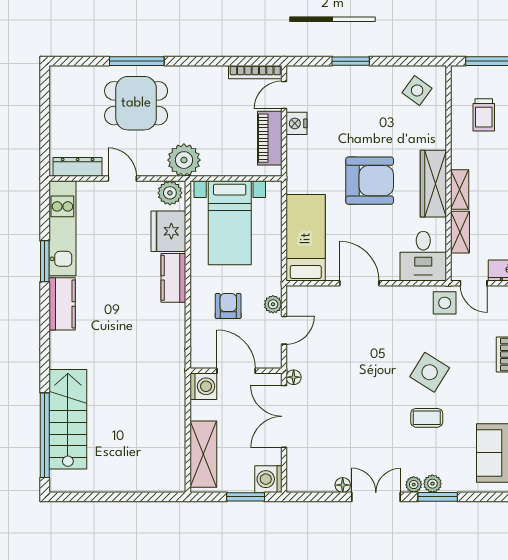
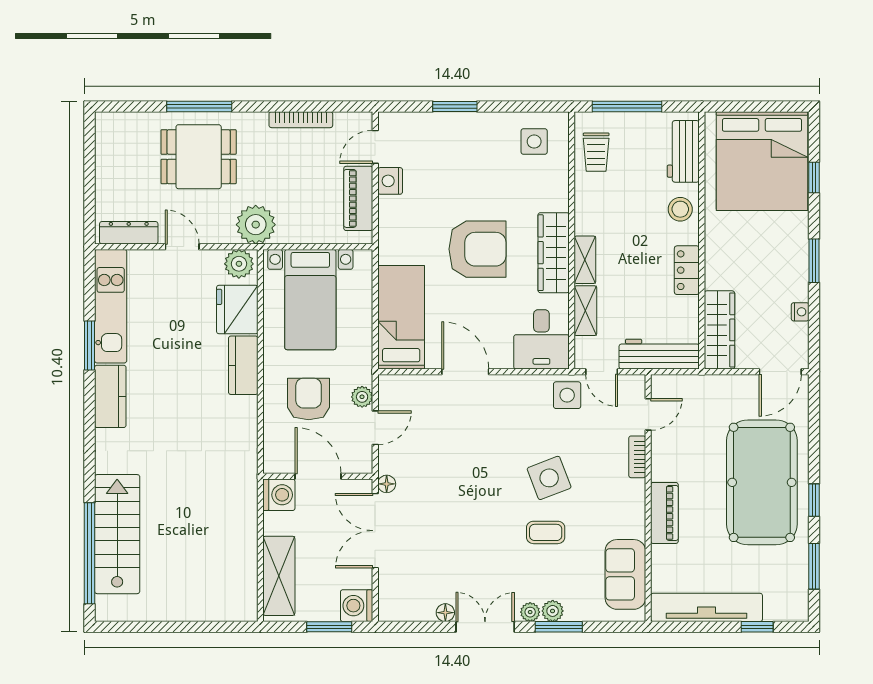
bookcase: (255, 72) -> (301, 120), moved
side table: (417, 90) -> (534, 142), turned -36
trolley: (484, 115) -> (596, 152), moved
armchair: (228, 306) -> (309, 399), width x1.38, depth x1.38
side table: (430, 372) -> (549, 478), turned 37

